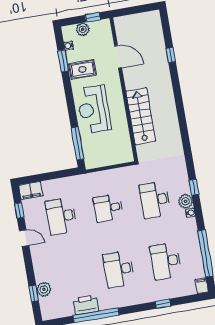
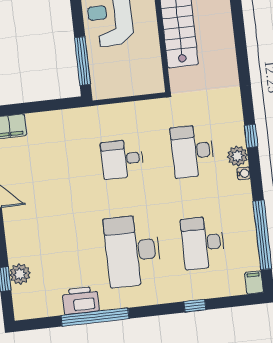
desk: (61, 216) -> (52, 167), removed
desk: (119, 269) -> (133, 251), width x1.36, depth x1.30

